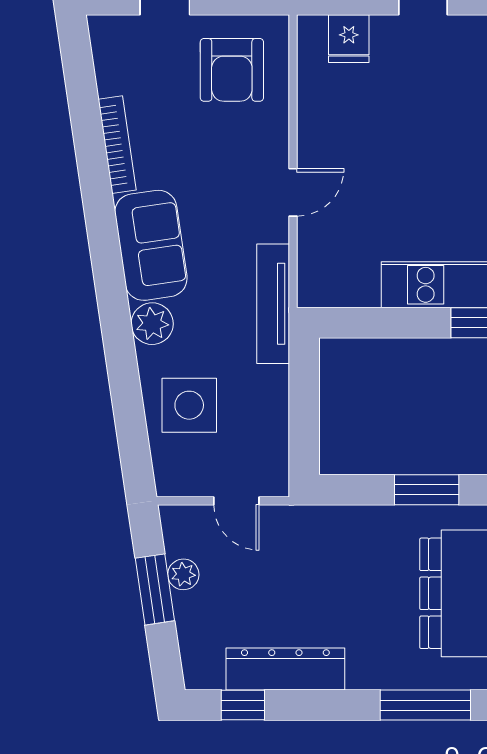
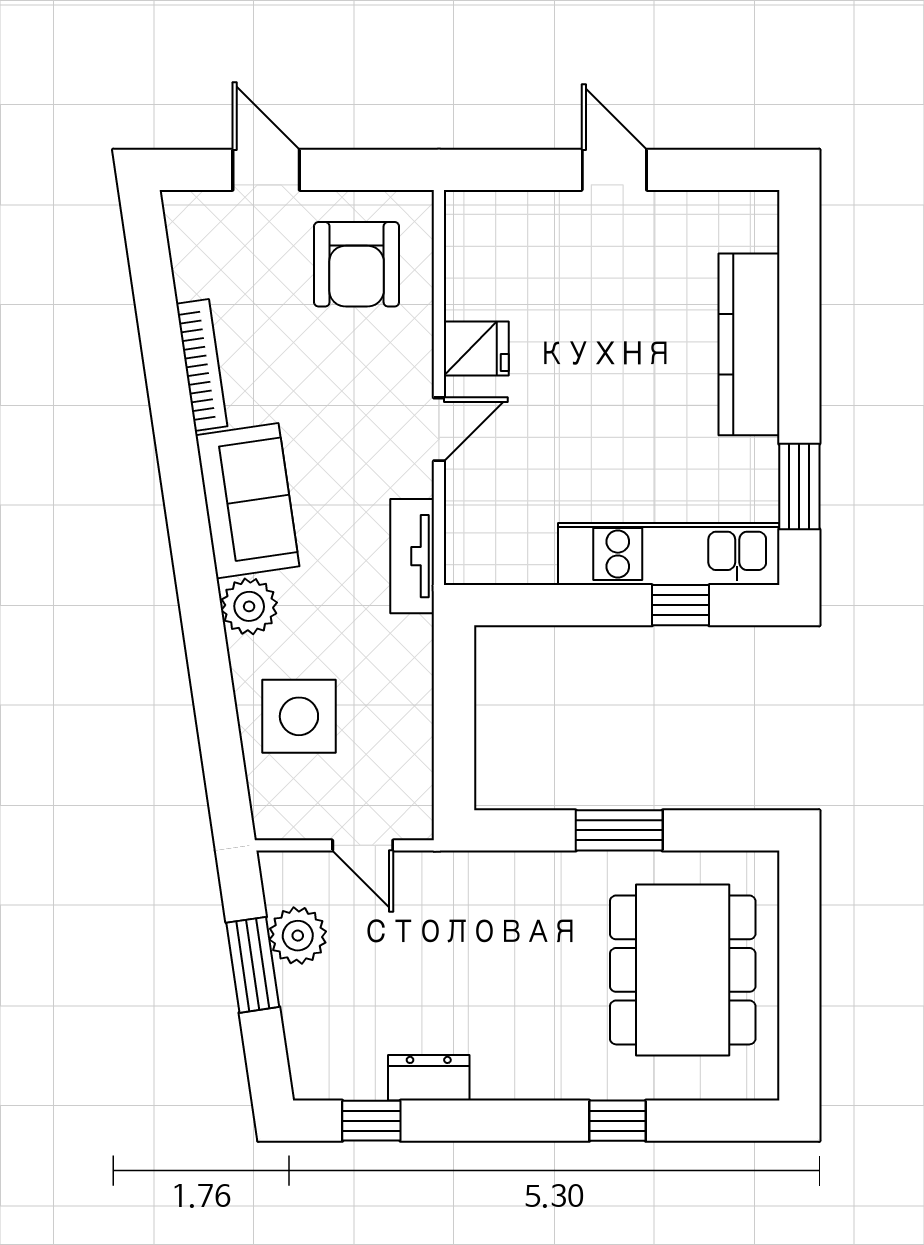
fridge: (349, 39) -> (476, 348), moved, turned -90
tv unit: (273, 304) -> (412, 556), width x0.71
plant: (183, 574) -> (298, 936), width x1.38, depth x1.38
dresser: (285, 669) -> (429, 1078), width x0.51, depth x0.80
window: (425, 705) -> (617, 1121), width x0.46

